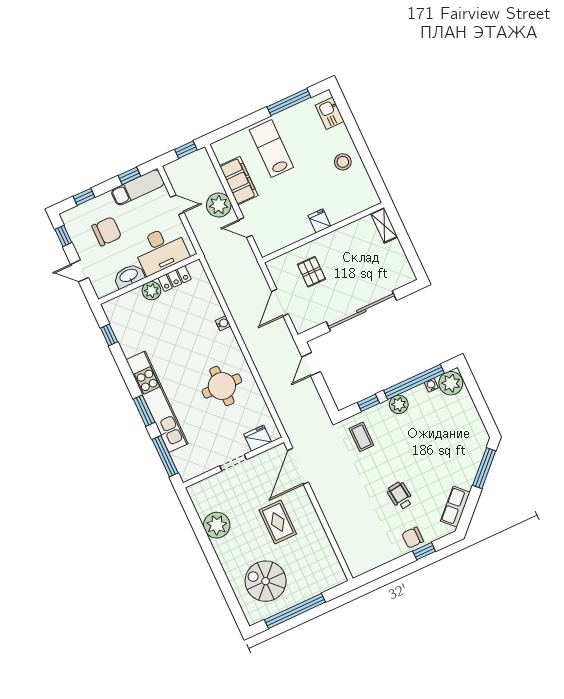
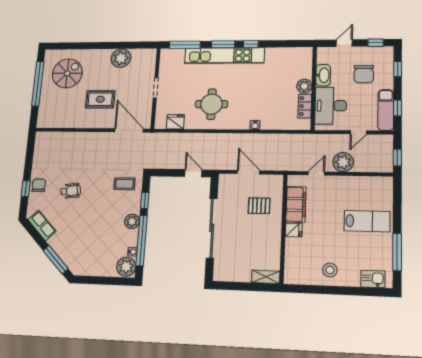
filing cabinet: (239, 181) -> (296, 204), moved, turned -90
window: (109, 335) -> (251, 44), moved
fridge: (258, 438) -> (175, 122), moved, turned -90

